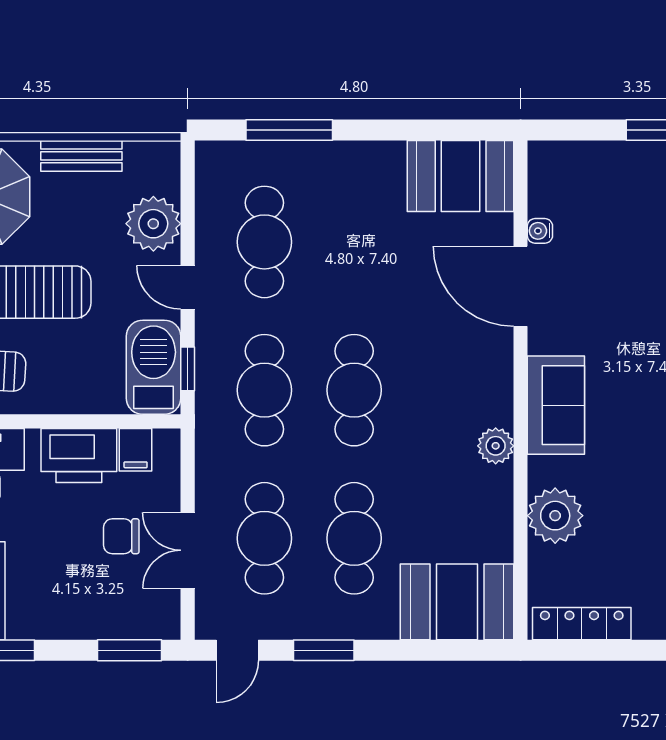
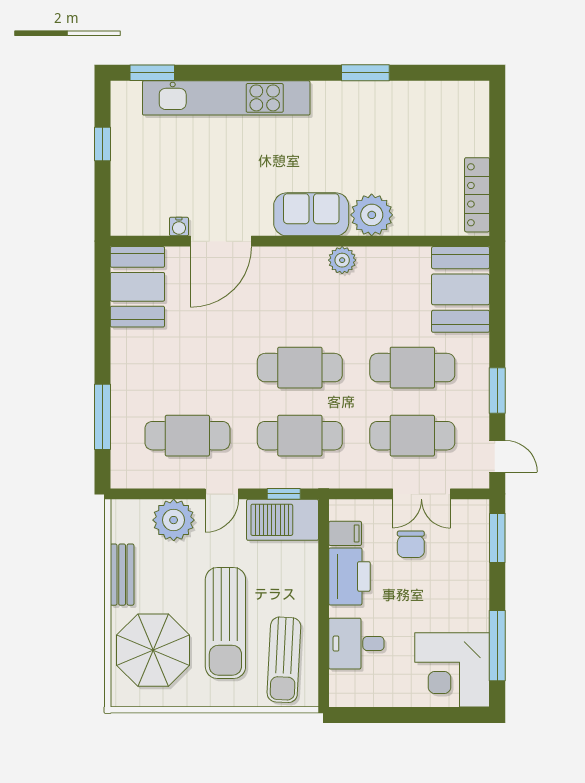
plant: (555, 516) -> (372, 215), moved

